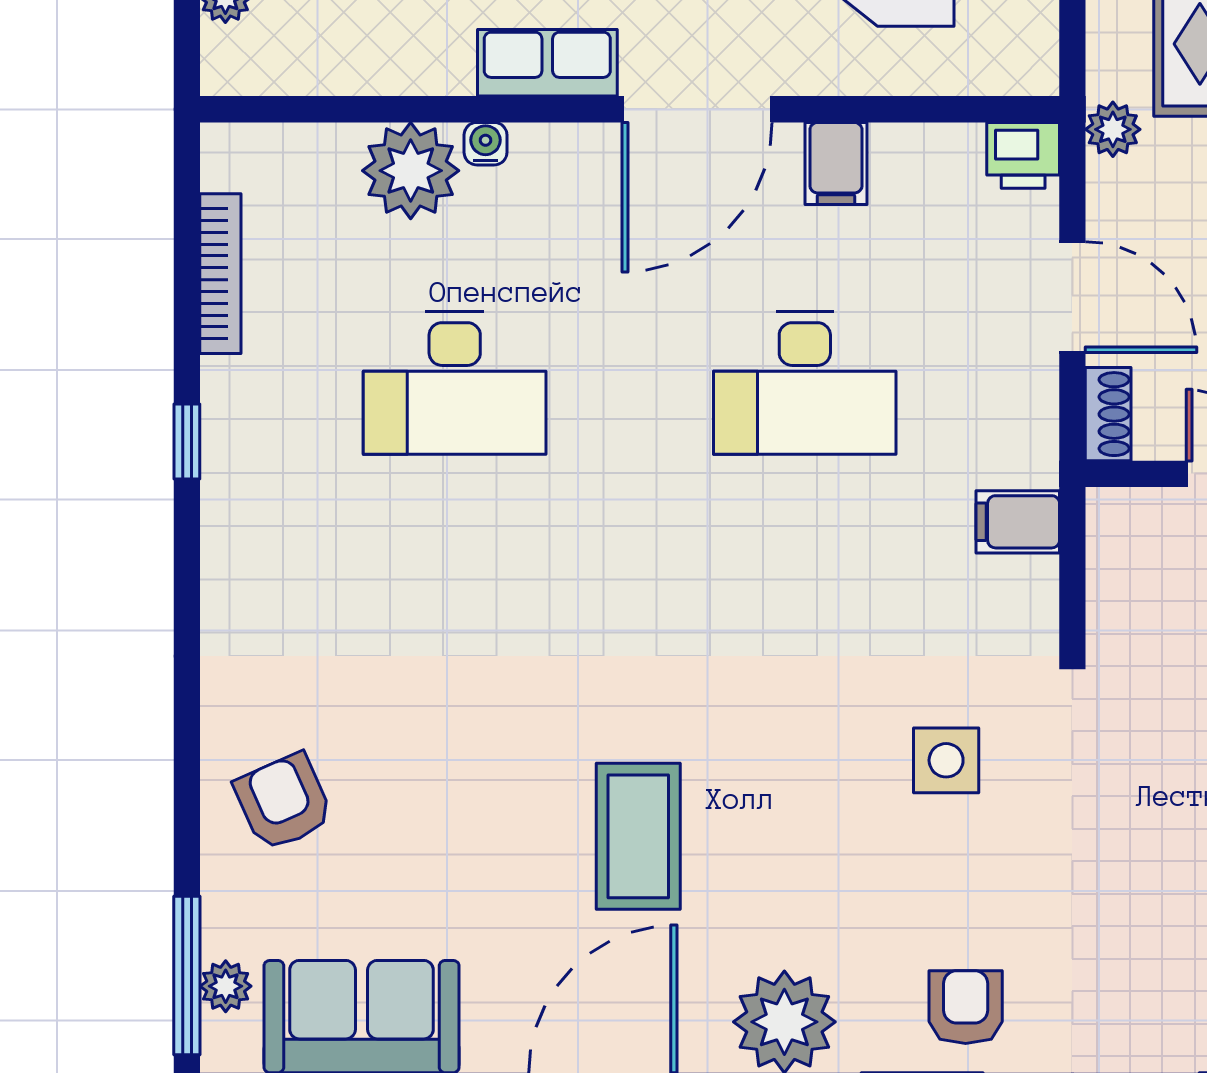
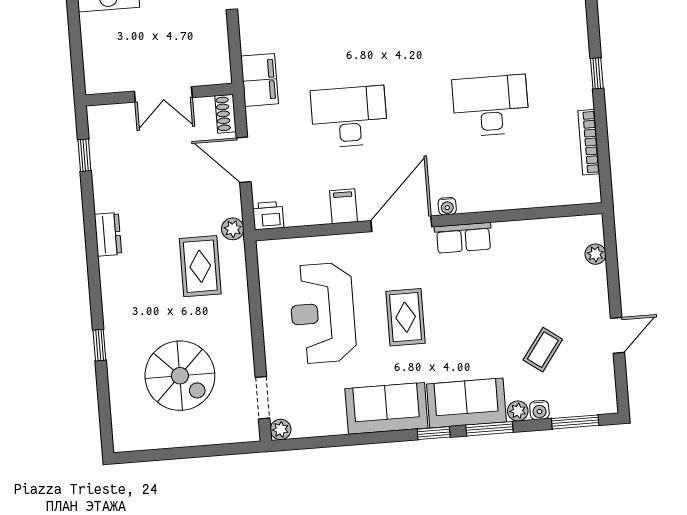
water cooler: (486, 144) -> (447, 206), moved
plant: (411, 171) -> (515, 190), removed
filing cabinet: (1018, 522) -> (260, 80), width x2.00

